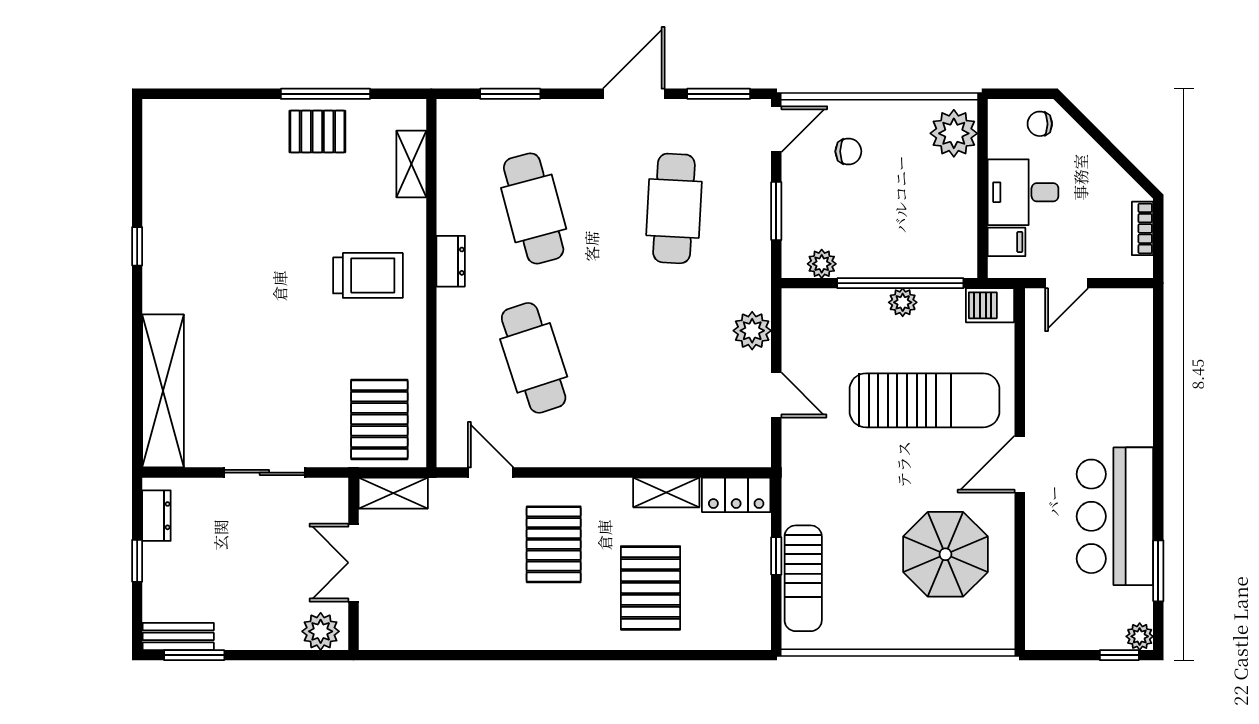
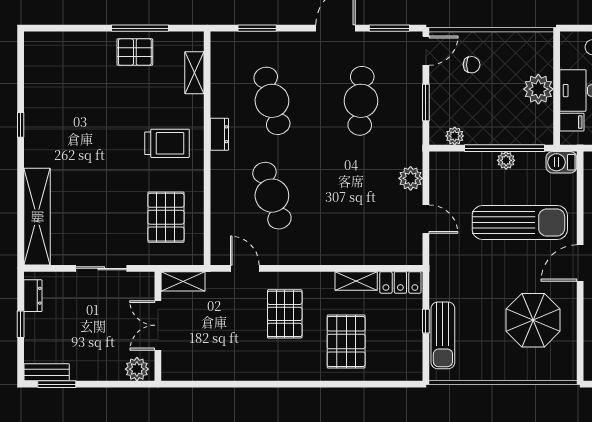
plant: (954, 133) -> (538, 89), moved
pallet: (379, 419) -> (166, 217), moved

